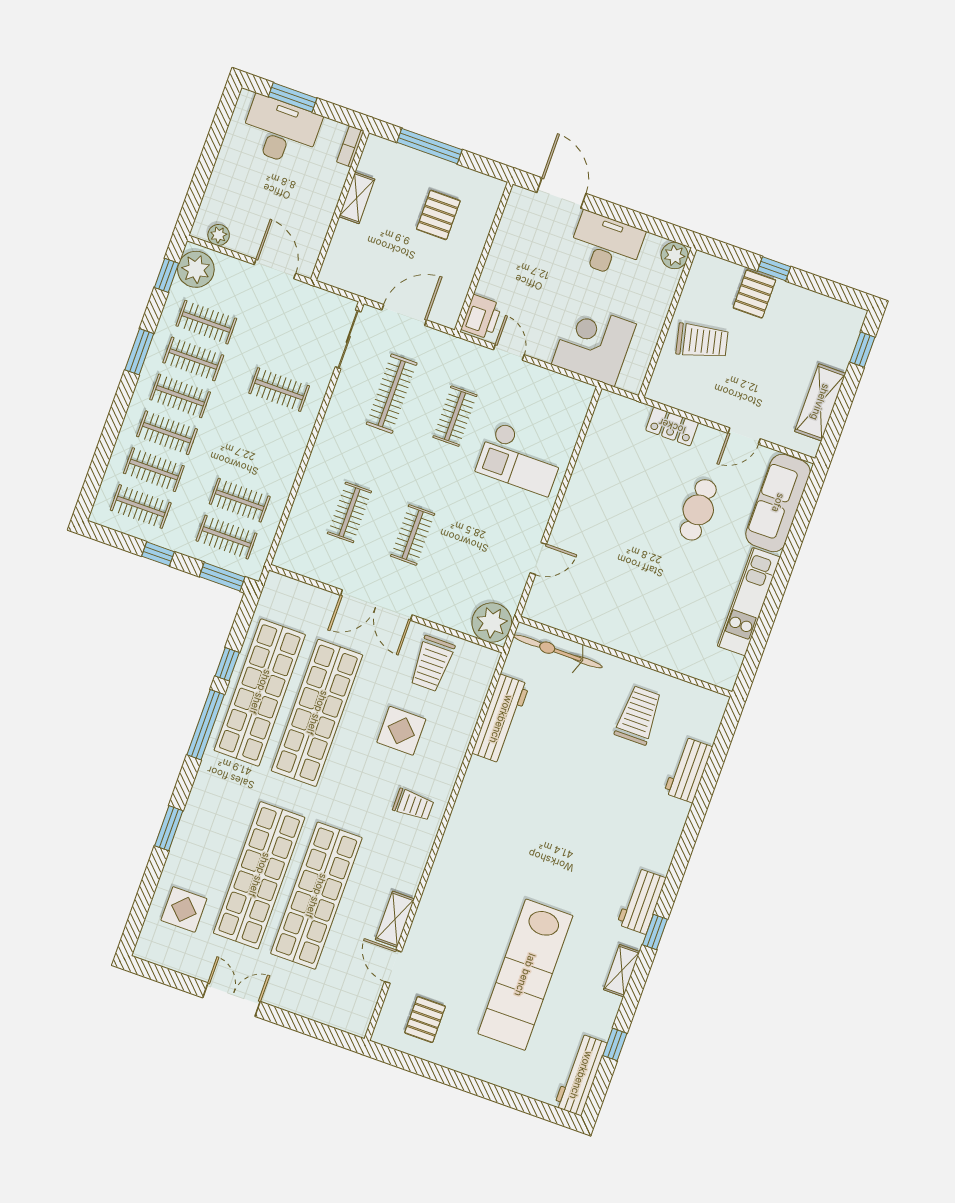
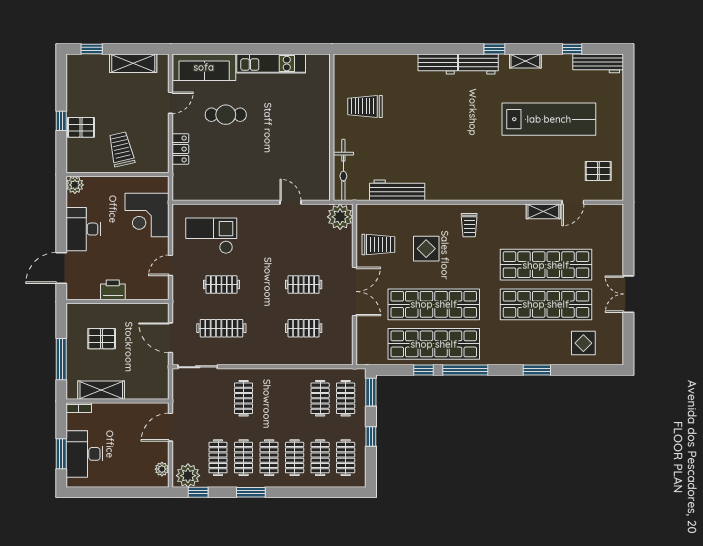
shelving: (357, 198) -> (101, 390), width x1.50, depth x1.33
printer: (482, 317) -> (113, 290), moved
door: (744, 436) -> (170, 103), hinge flipped
checkout: (521, 459) -> (211, 236), moved, turned -90
workbench: (688, 770) -> (438, 64), moved
trolley: (413, 805) -> (469, 225), turned 180

